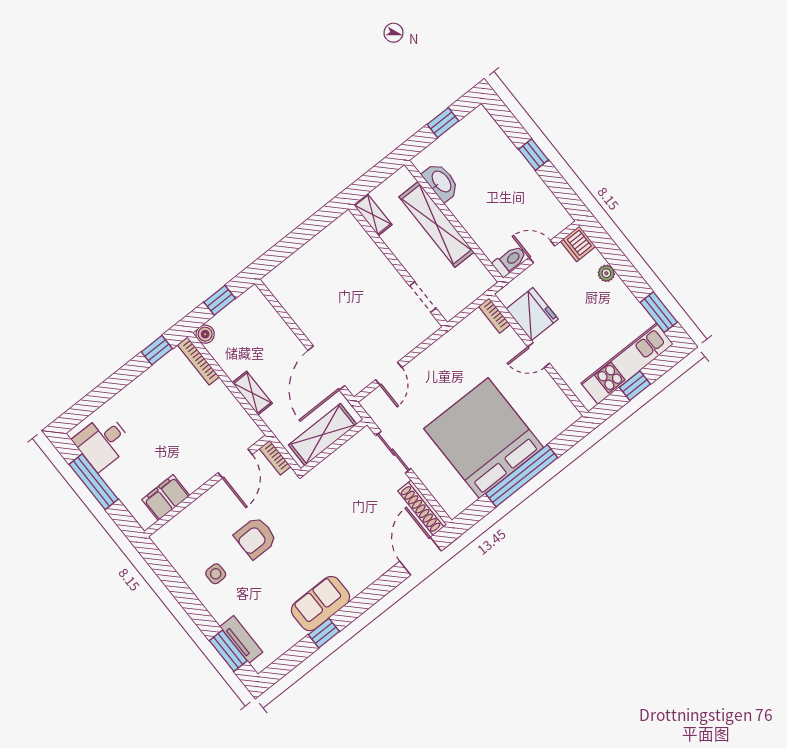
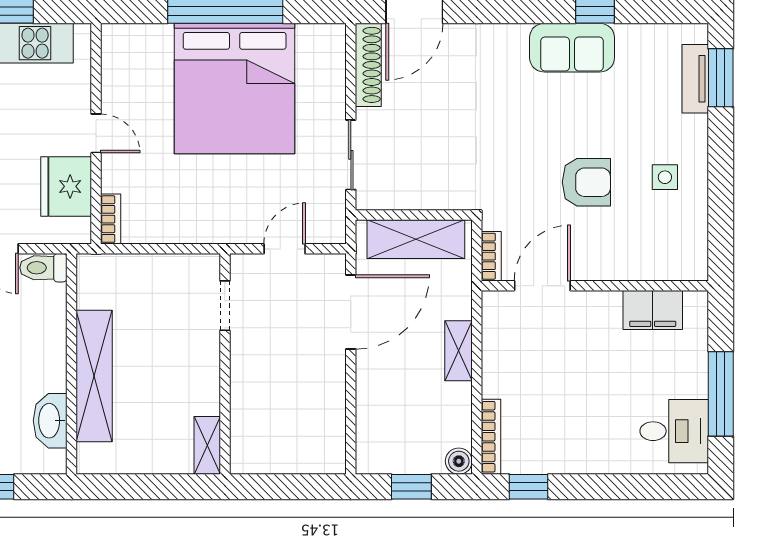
shelving: (373, 215) -> (207, 445), moved
wall: (398, 266) -> (225, 364), moved
doorway: (423, 297) -> (225, 306), moved

